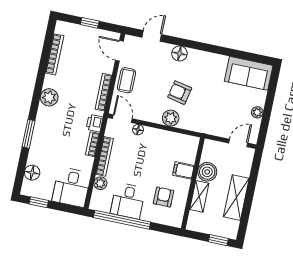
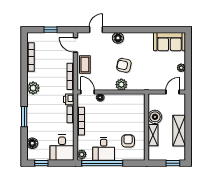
filing cabinet: (183, 170) -> (138, 119), removed
plant: (100, 183) -> (82, 154), moved

